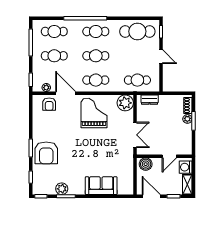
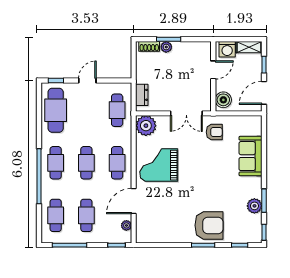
armchair: (49, 104) -> (214, 132), moved
double door: (135, 135) -> (186, 113), swing flipped
door: (169, 156) -> (213, 70), hinge flipped

